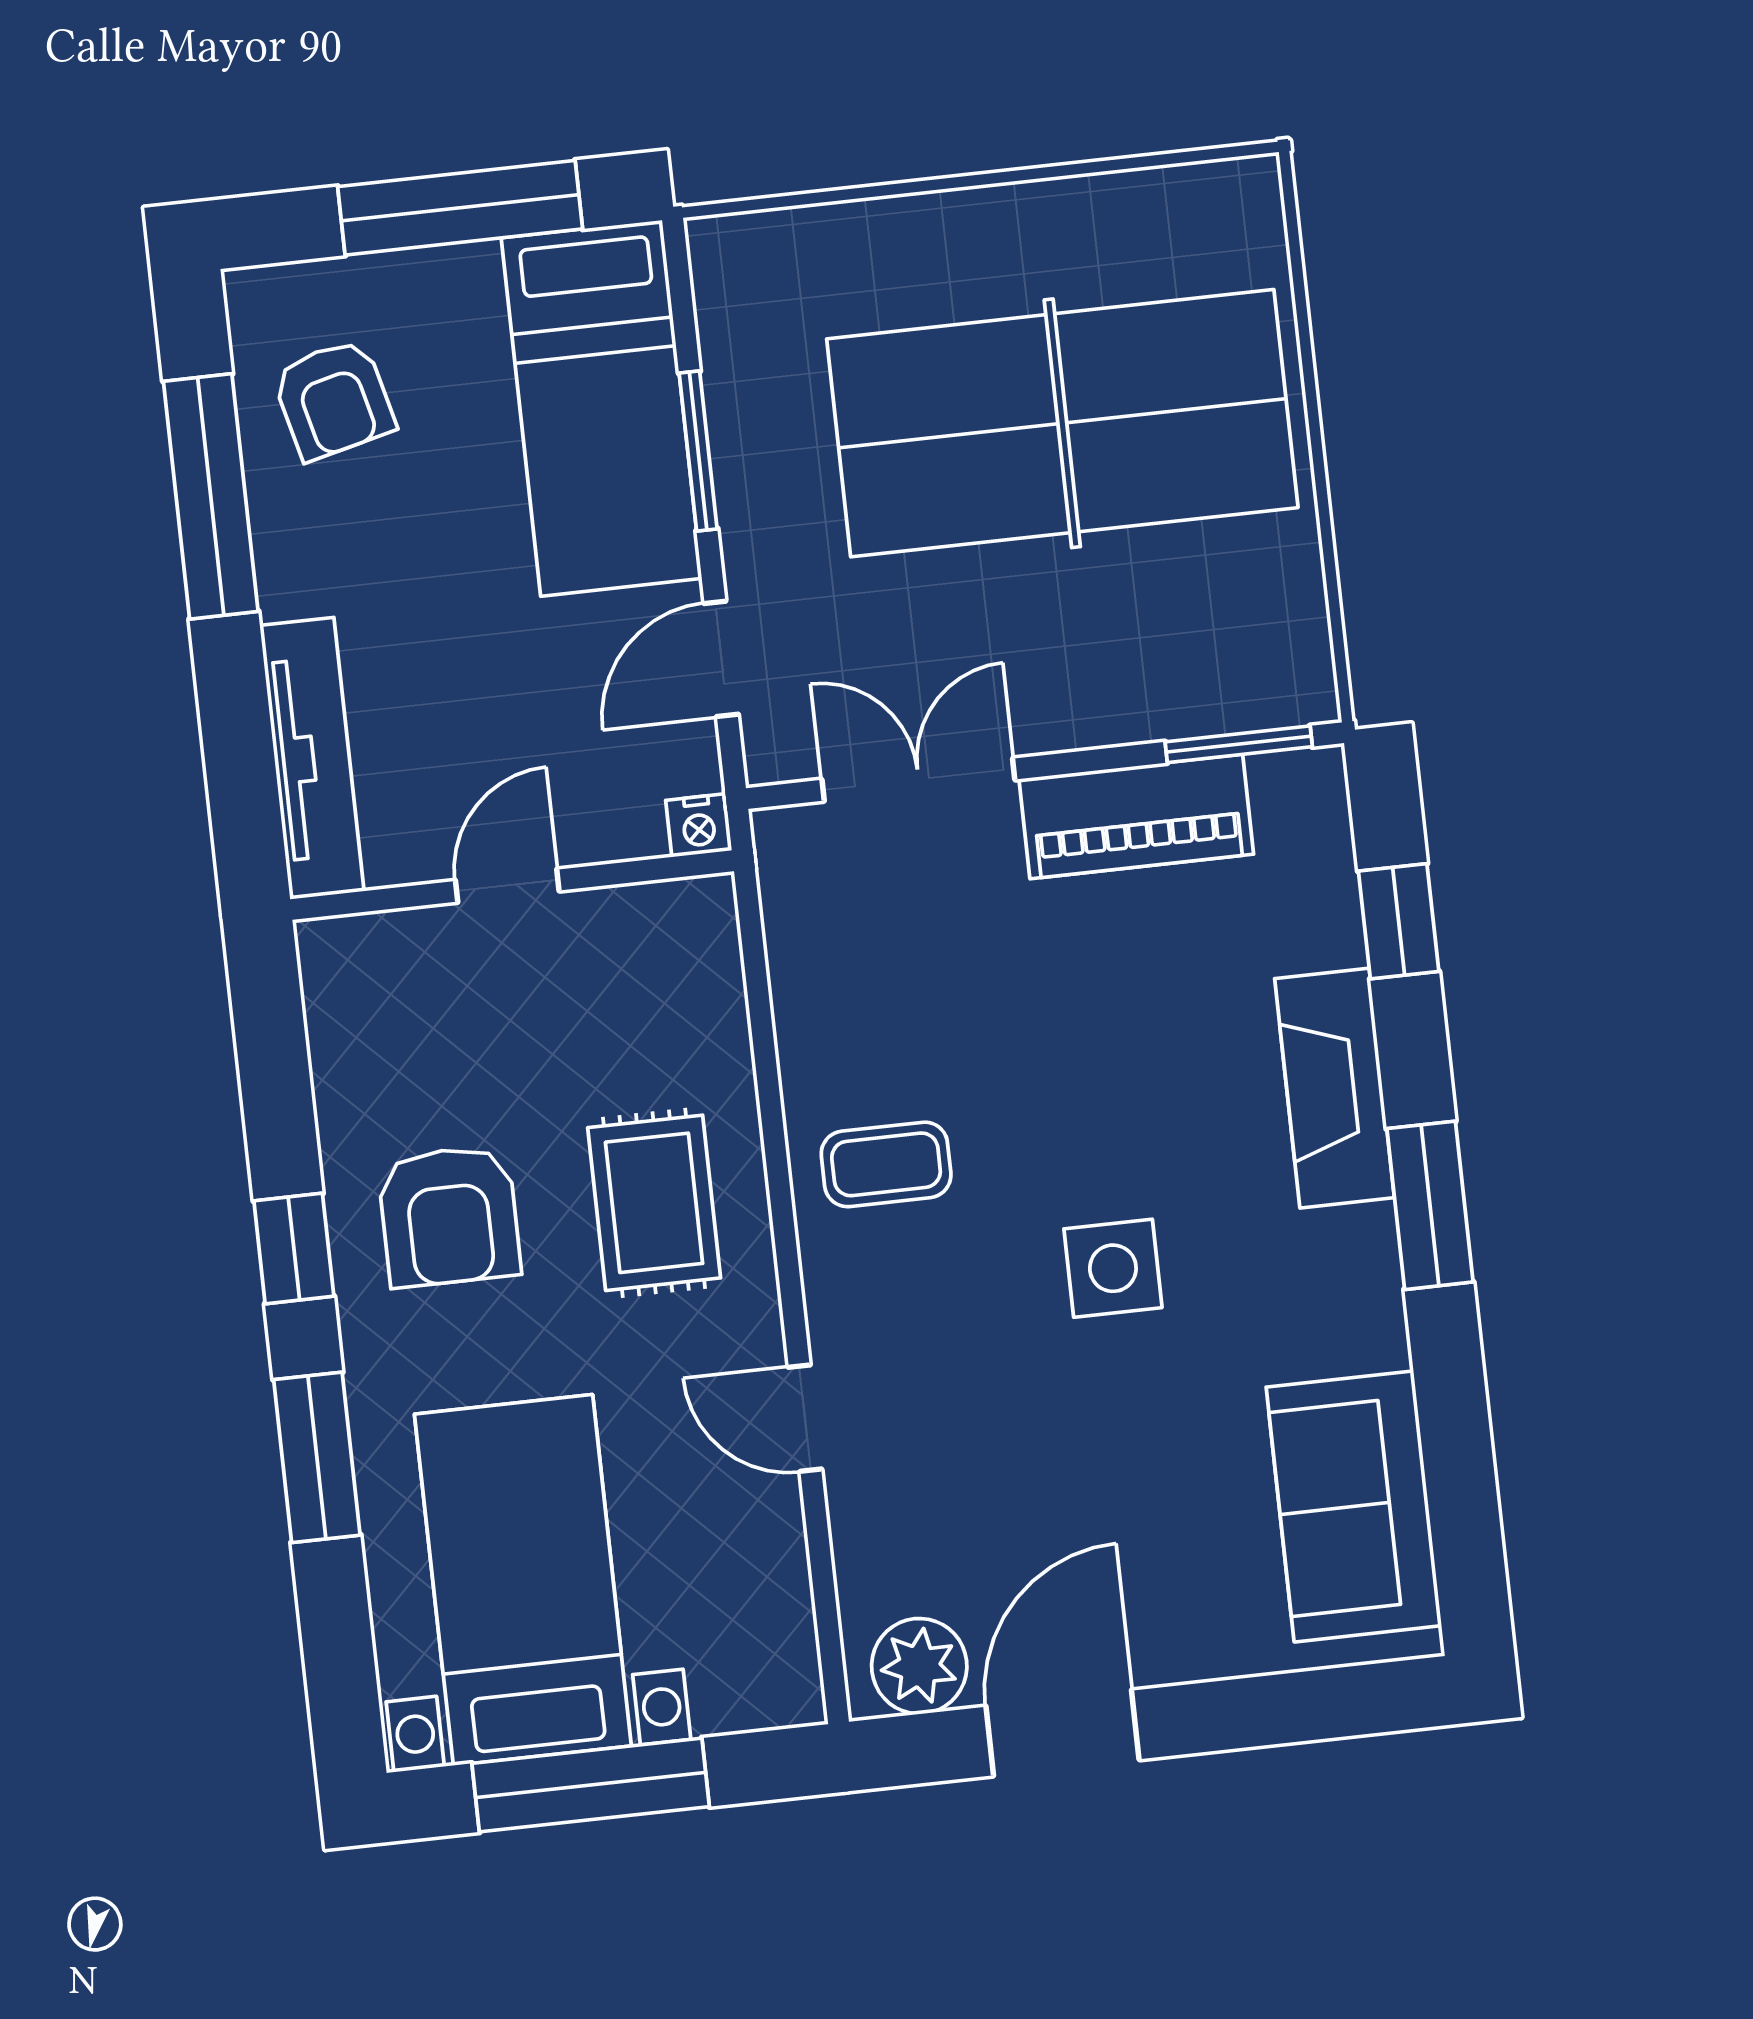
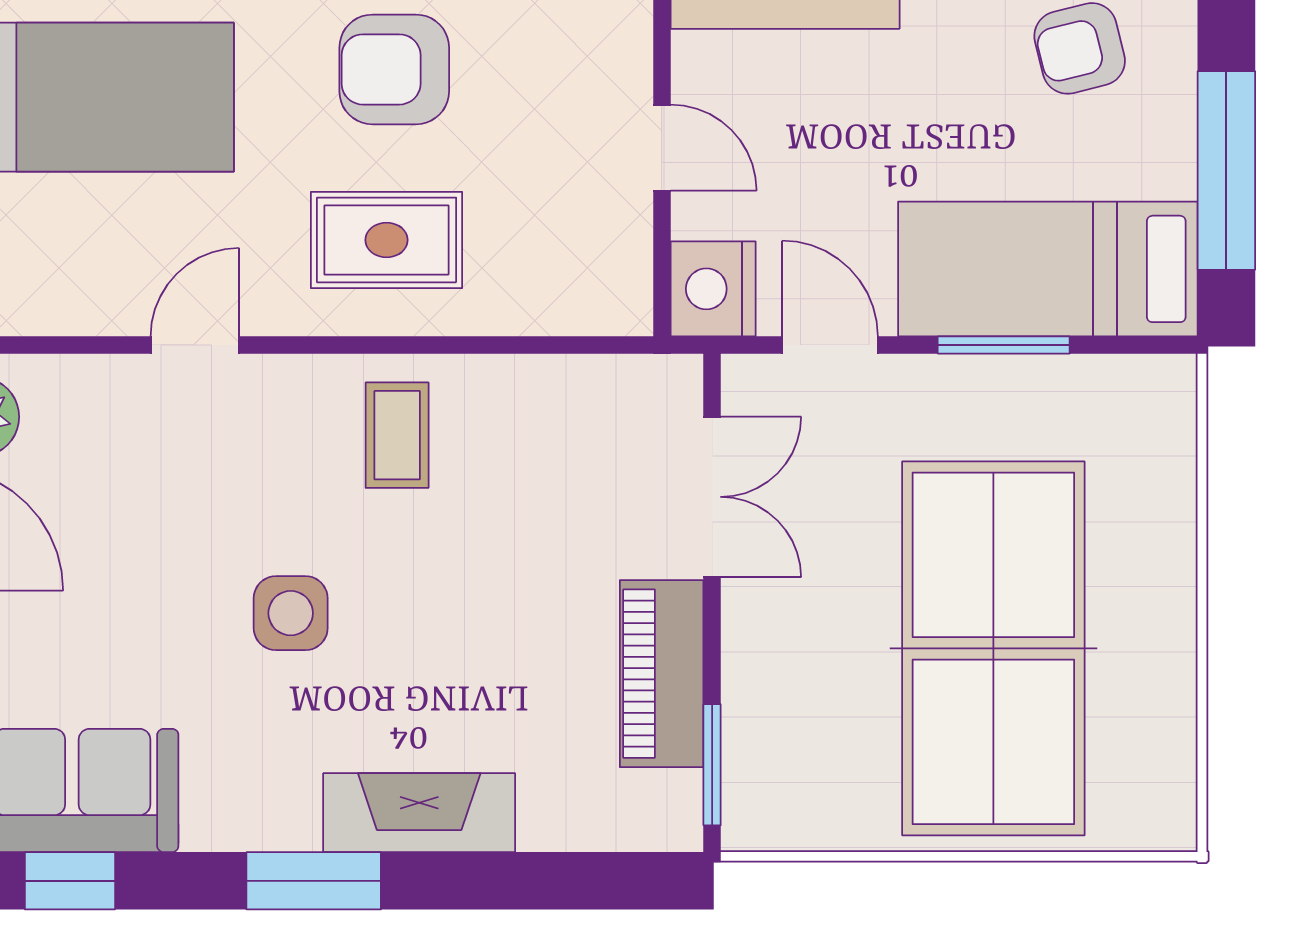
nightstand: (699, 825) -> (713, 289), width x1.89, depth x1.79
window: (1399, 921) -> (70, 881), moved

